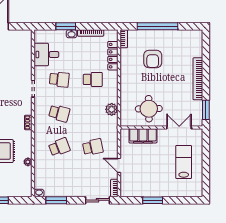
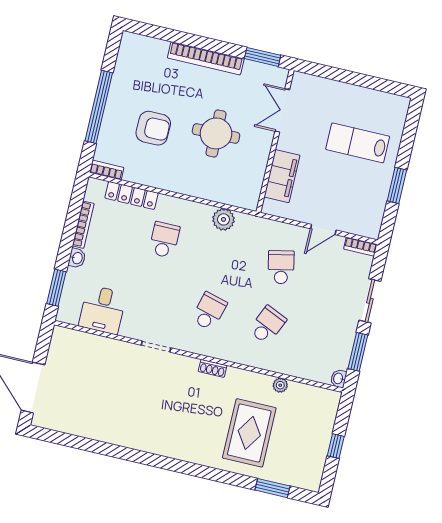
window: (66, 26) -> (56, 288), moved
school desk: (59, 79) -> (151, 298), removed
round table: (149, 109) -> (216, 133), moved
school desk: (59, 147) -> (267, 325), turned 45
lab bench: (184, 162) -> (358, 143), moved
sliding door: (98, 200) -> (370, 301), moved

